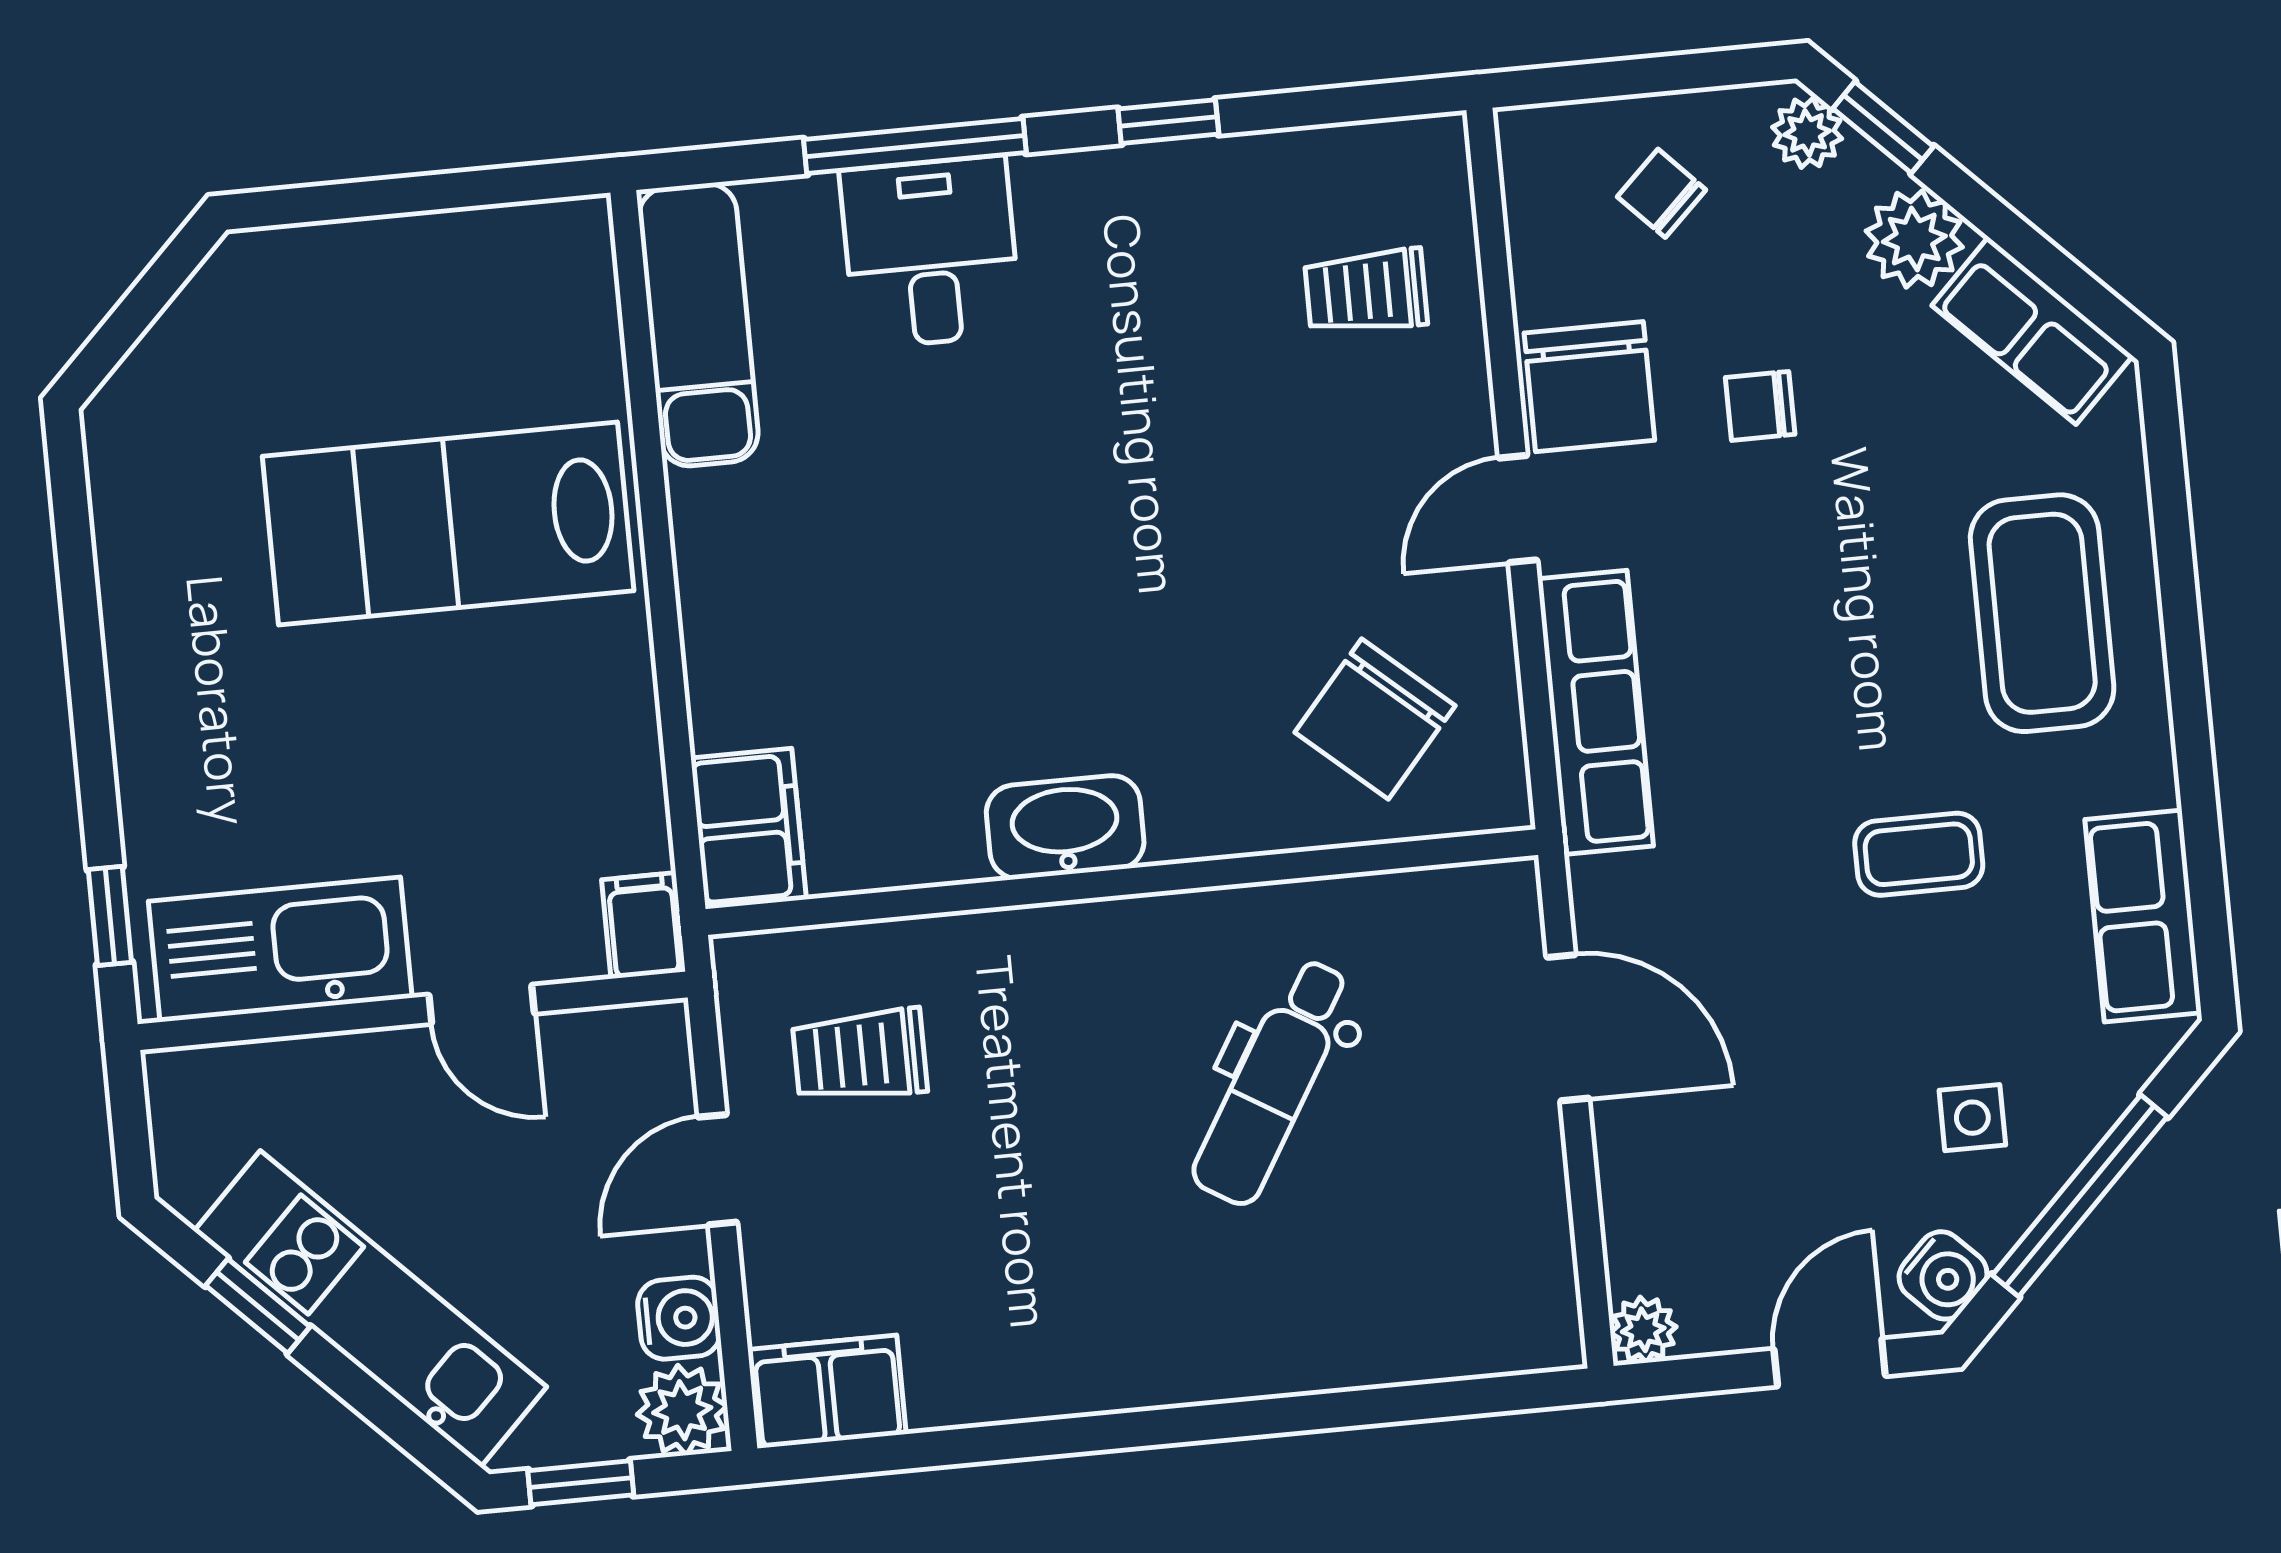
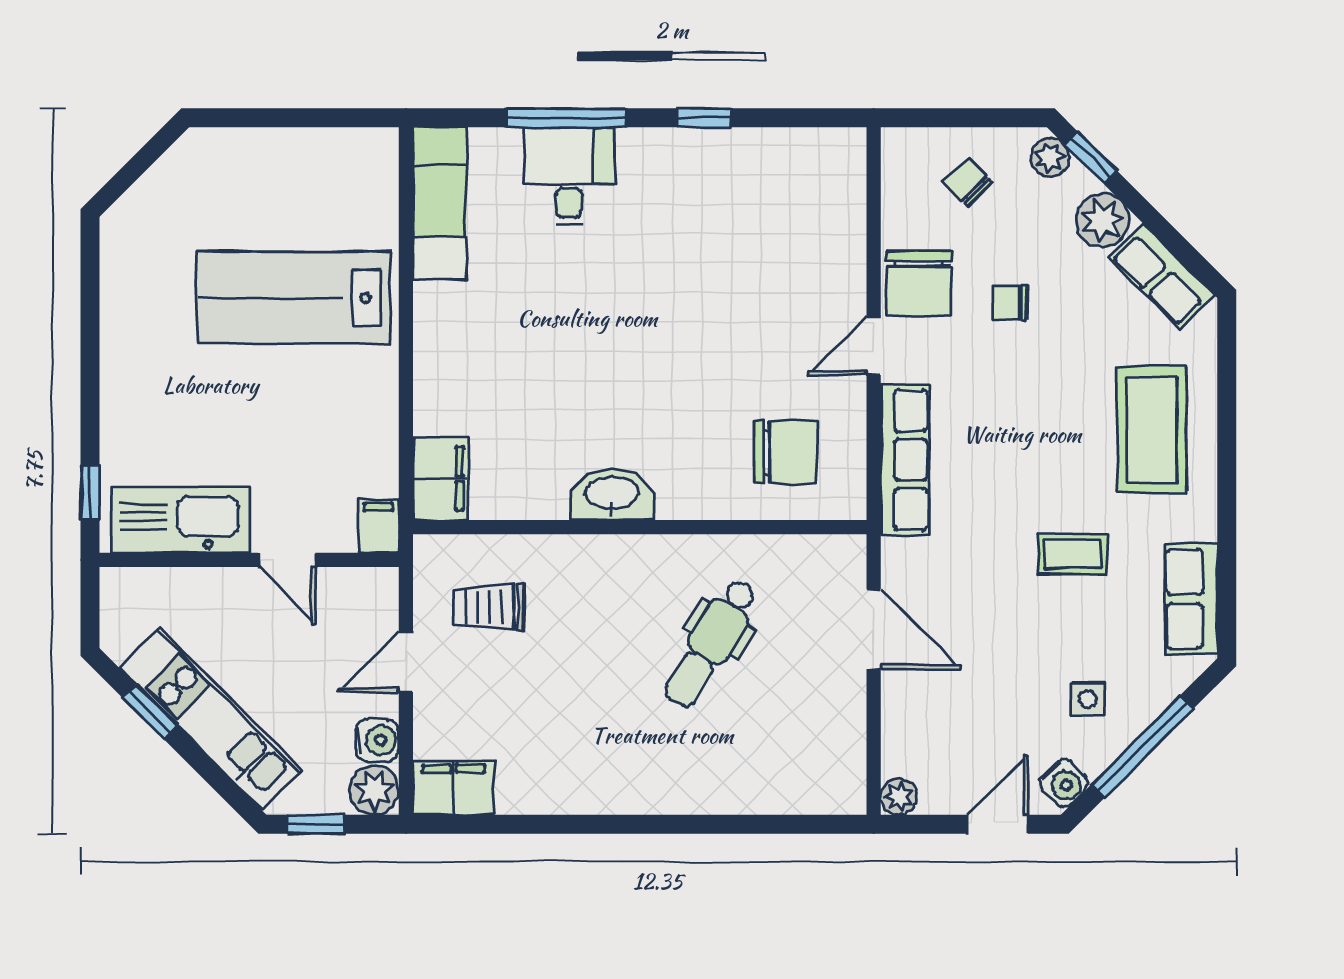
trolley: (1366, 291) -> (803, 220), removed
chair: (1375, 719) -> (785, 452), turned -131

